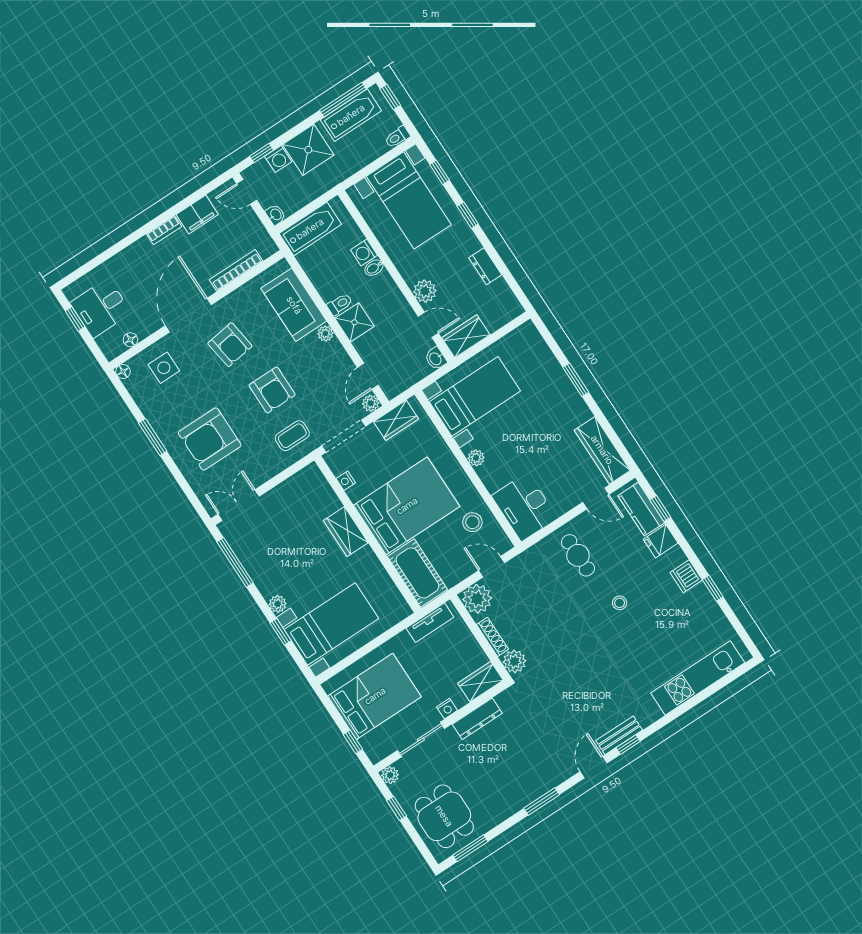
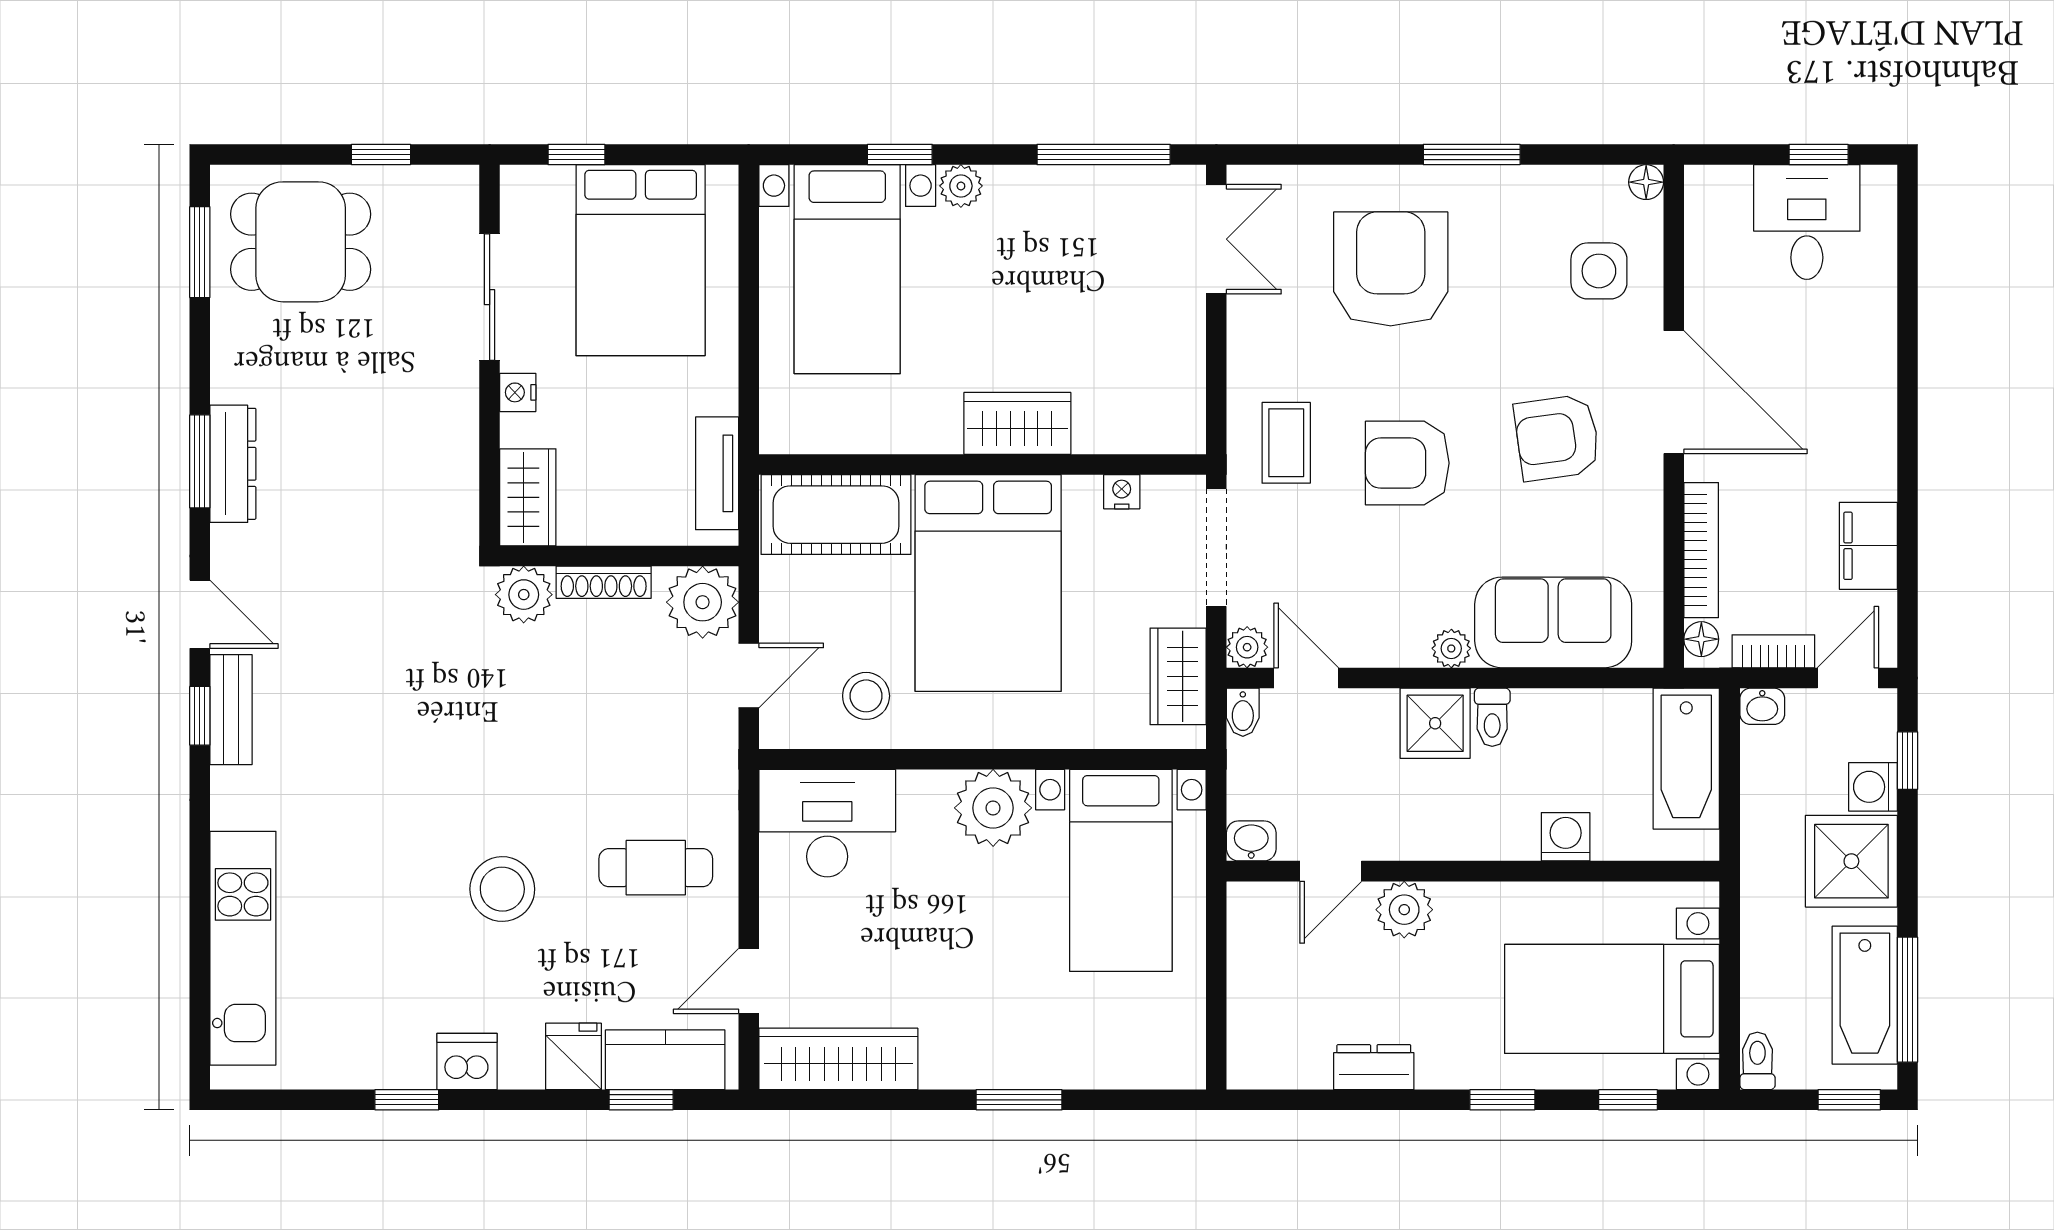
bookcase: (164, 230) -> (1773, 651), moved, turned 90
bidet: (374, 268) -> (1243, 712), moved, turned 180
wardrobe: (466, 336) -> (1256, 933), removed
floor lamp: (130, 340) -> (1701, 639), moved
plant: (476, 458) -> (993, 808), width x1.88, depth x1.88
stool: (620, 603) -> (502, 889), width x1.89, depth x1.89
dresser: (477, 719) -> (233, 464), moved, turned 180
plant: (390, 775) -> (458, 186), removed

